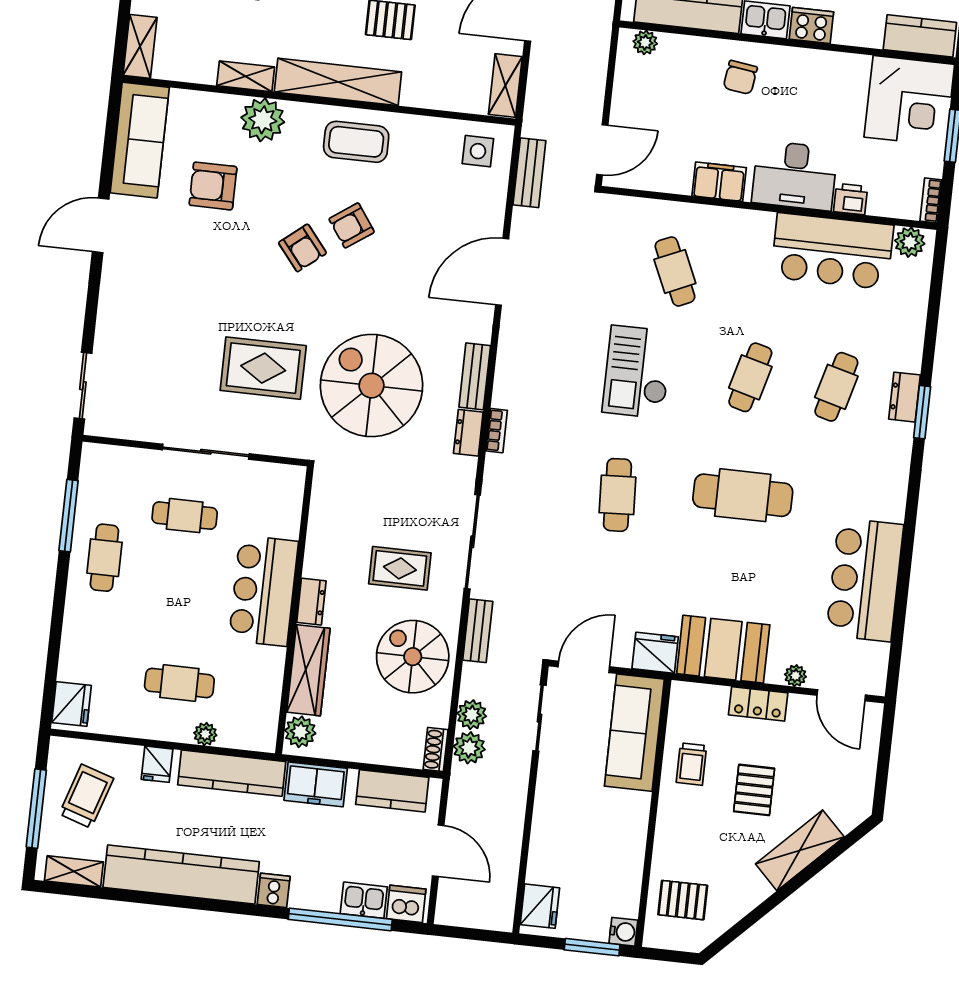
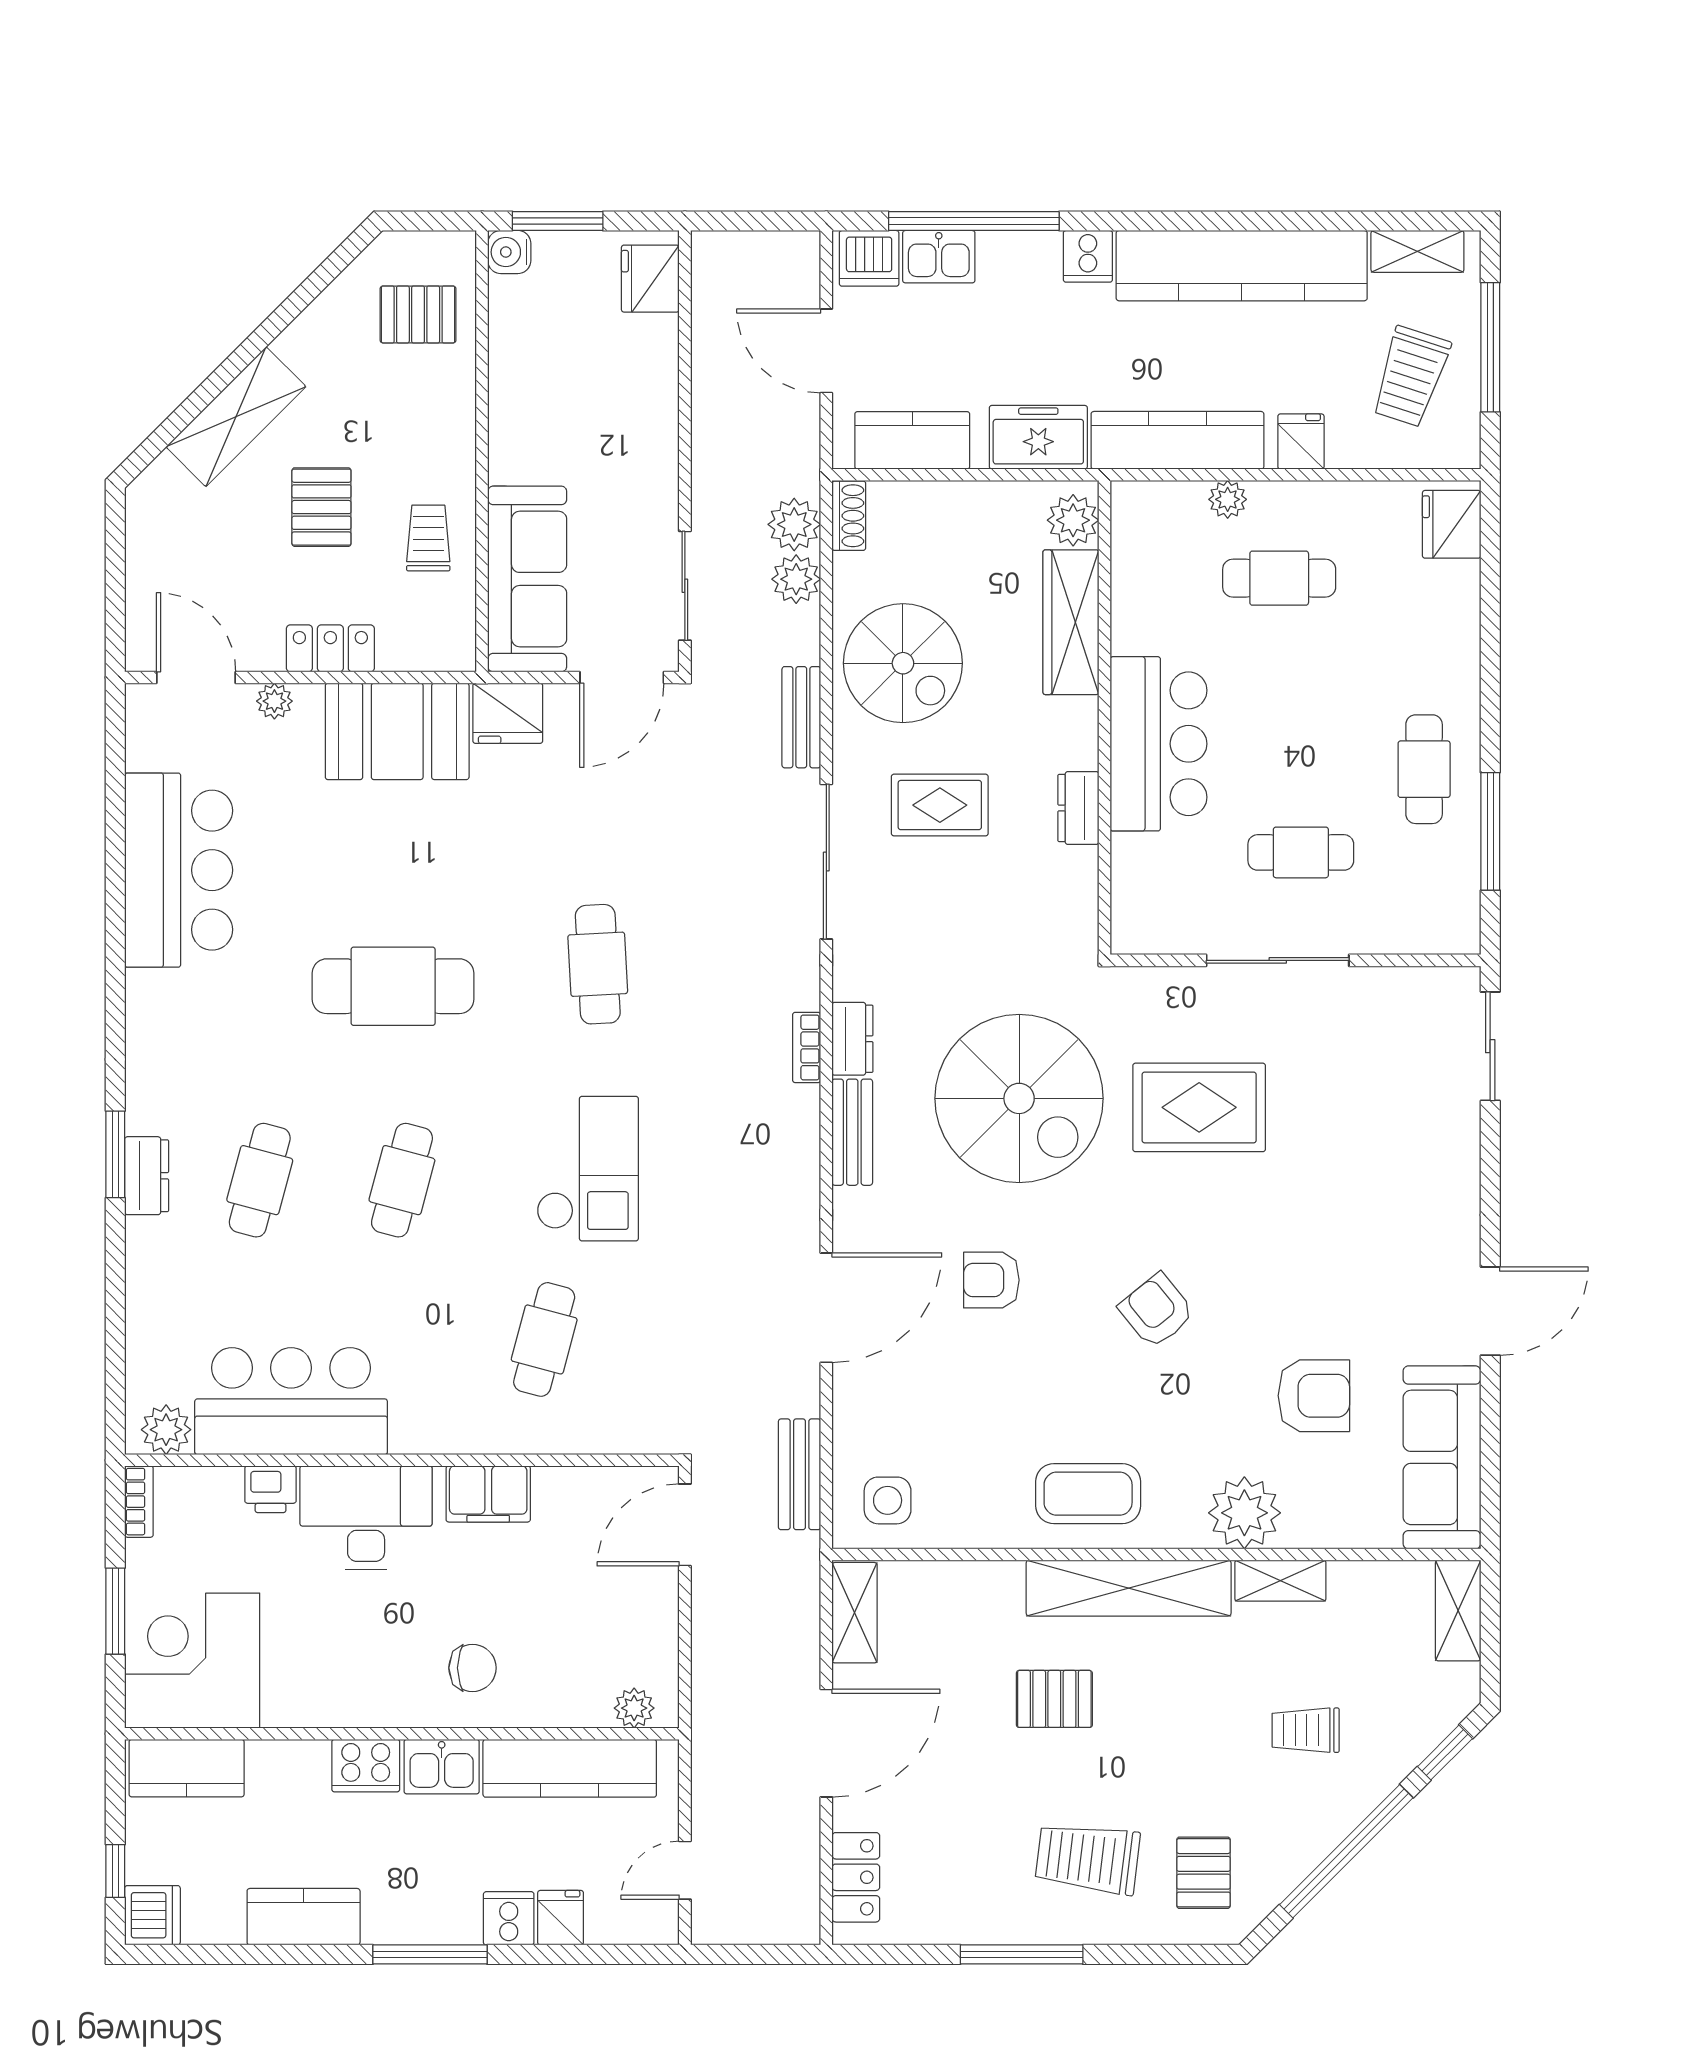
chair: (740, 77) -> (472, 1668), turned 82
armchair: (352, 225) -> (991, 1280), moved, turned -145
cafe table: (675, 271) -> (544, 1339), turned 39
dresser: (311, 602) -> (1078, 808), moved

